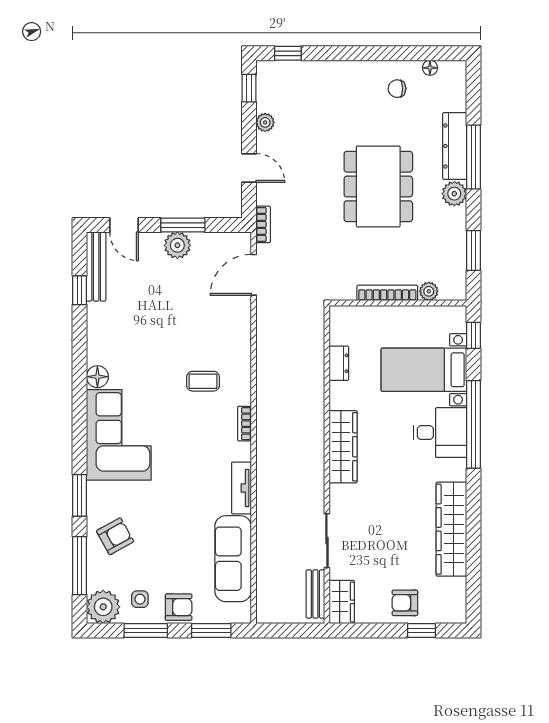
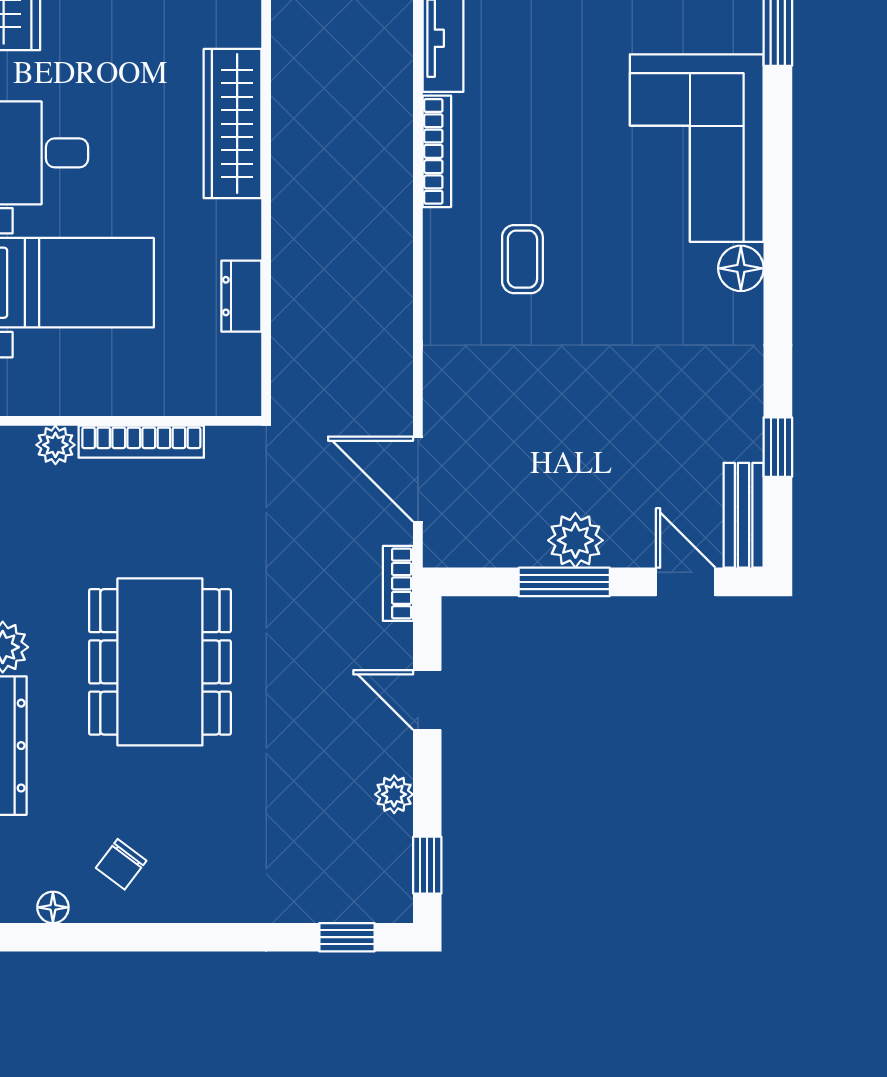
chair: (397, 89) -> (121, 864), turned 127
bench: (96, 267) -> (744, 515), width x0.73
door: (254, 275) -> (418, 479), swing flipped
coffee table: (203, 381) -> (522, 259), turned 90
bookcase: (244, 424) -> (437, 151), width x1.56

